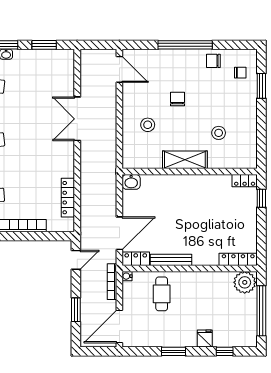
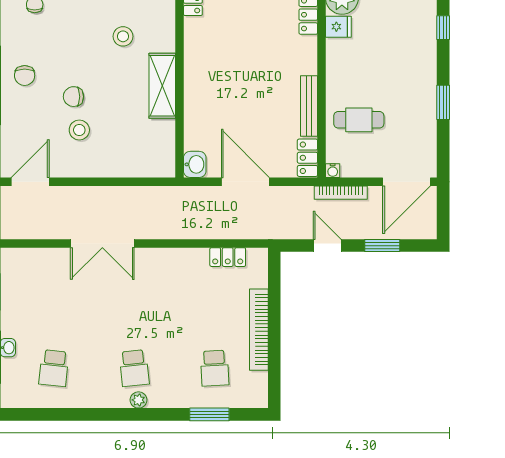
chair: (213, 61) -> (25, 75), moved
stool: (148, 125) -> (79, 130), moved
locker: (68, 198) -> (228, 257), width x0.66
door: (119, 233) -> (245, 182), moved
door: (76, 260) -> (327, 246), moved
door: (119, 326) -> (407, 182), hinge flipped
fridge: (205, 339) -> (338, 27), moved, turned 180

